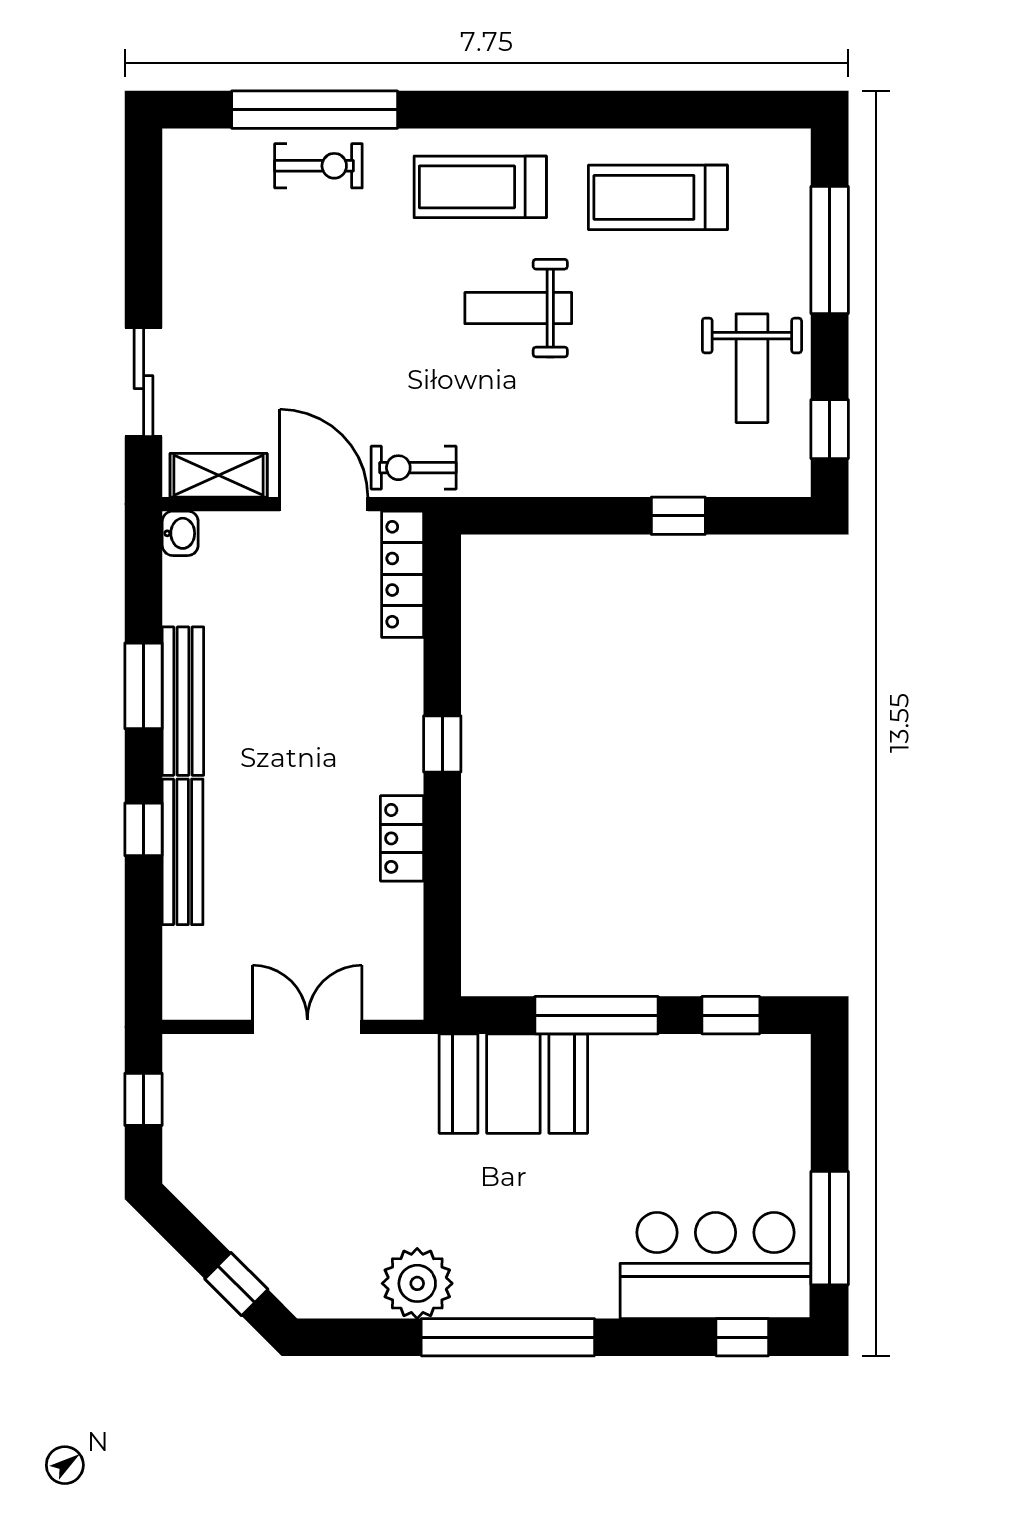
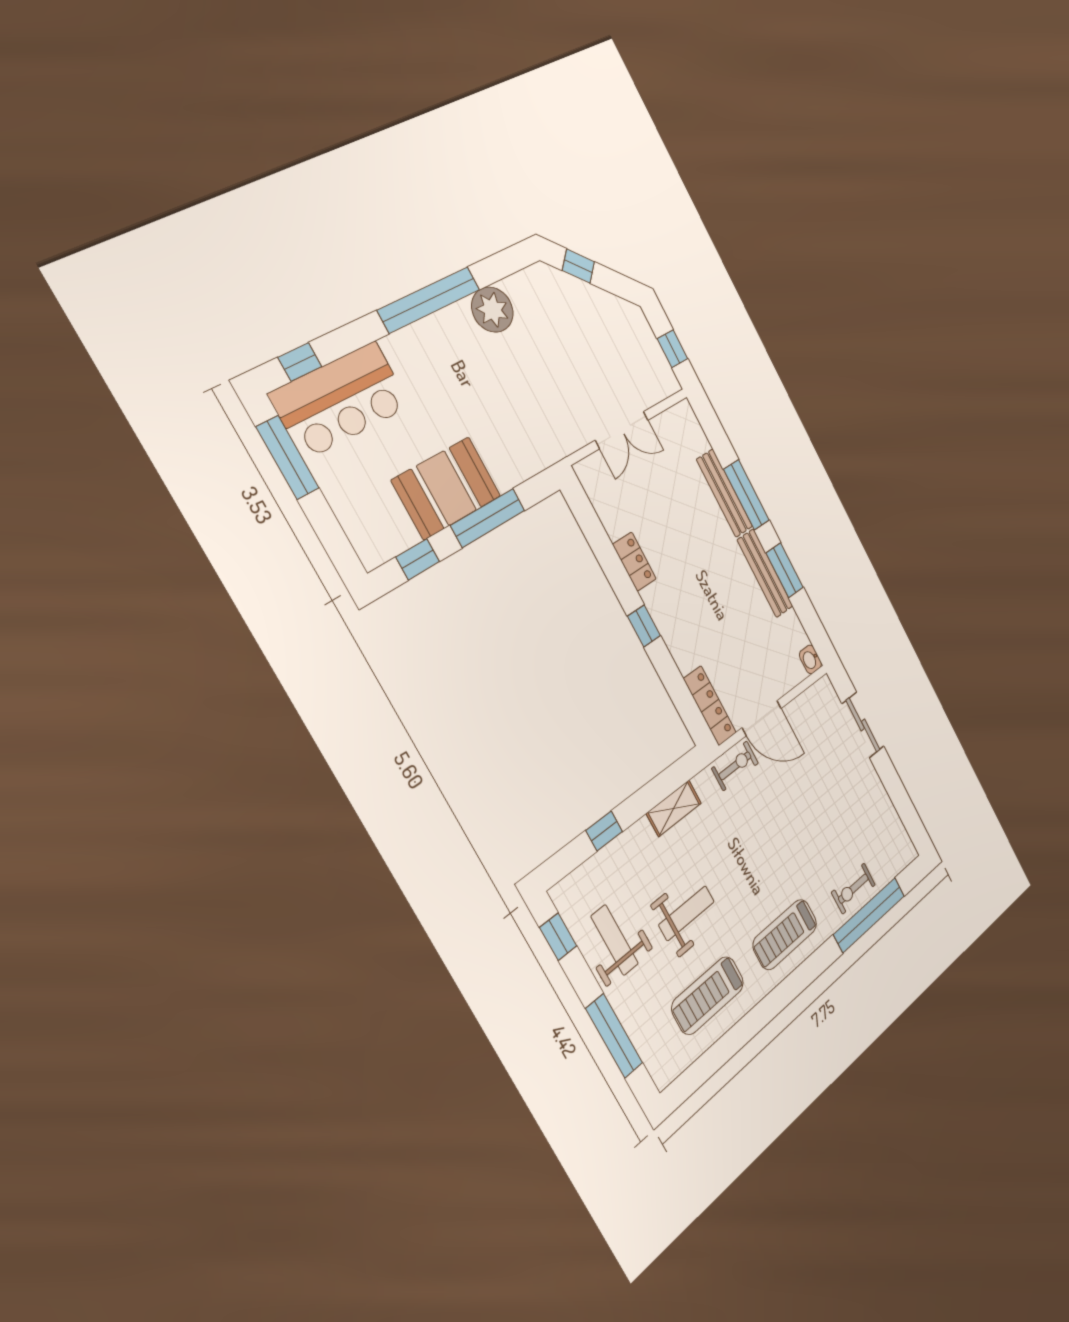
treadmill: (480, 187) -> (785, 934), turned 180
treadmill: (658, 197) -> (708, 995), turned 180
weight bench: (518, 308) -> (687, 913), moved
shelving: (219, 475) -> (674, 808), moved
window: (144, 829) -> (746, 495), width x2.17
booth: (513, 1084) -> (447, 488), moved

